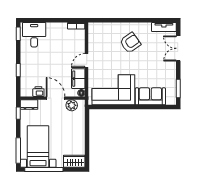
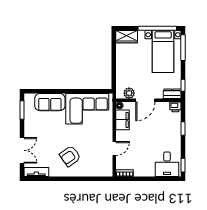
door: (87, 61) -> (114, 149), moved
printer: (38, 92) -> (175, 107), moved
door: (56, 98) -> (145, 100), hinge flipped

